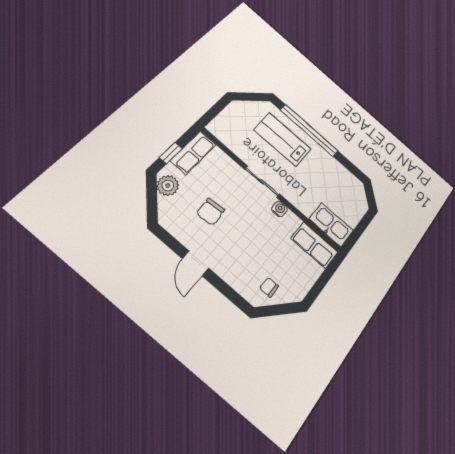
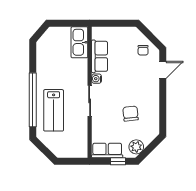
chair: (211, 212) -> (131, 114), turned -91
row of seats: (314, 245) -> (100, 56), moved
door: (196, 263) -> (163, 70), moved

